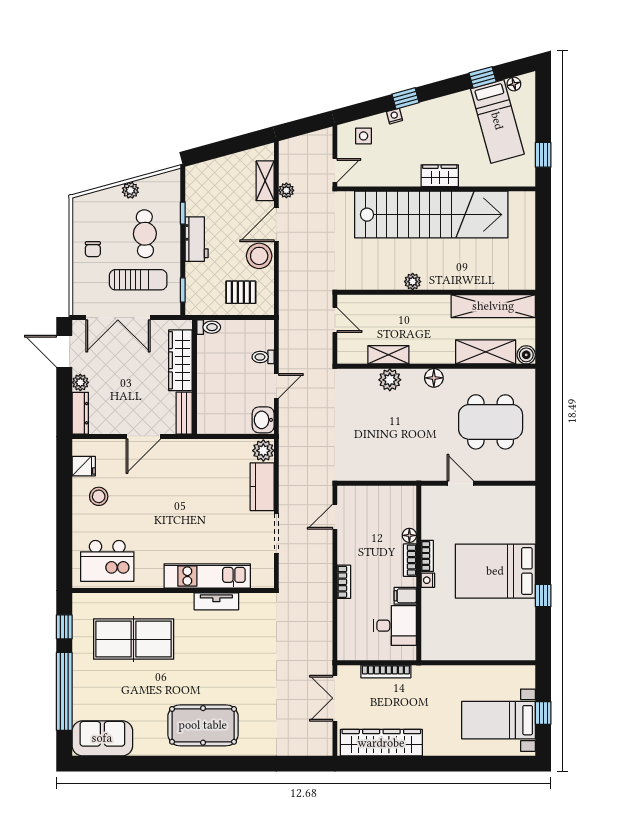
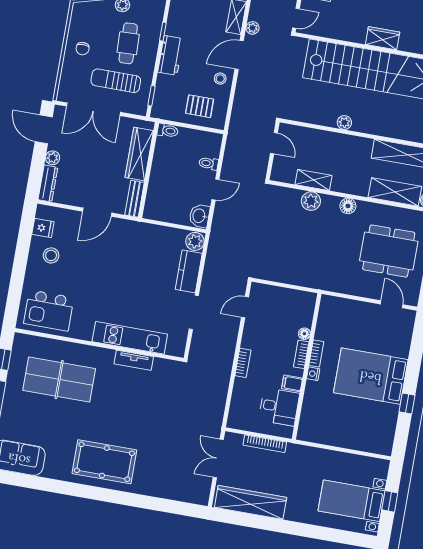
stool: (259, 256) -> (220, 79), width x0.53, depth x0.53
sun lounger: (138, 280) -> (116, 81), turned 180
door: (460, 483) -> (392, 304), moved

